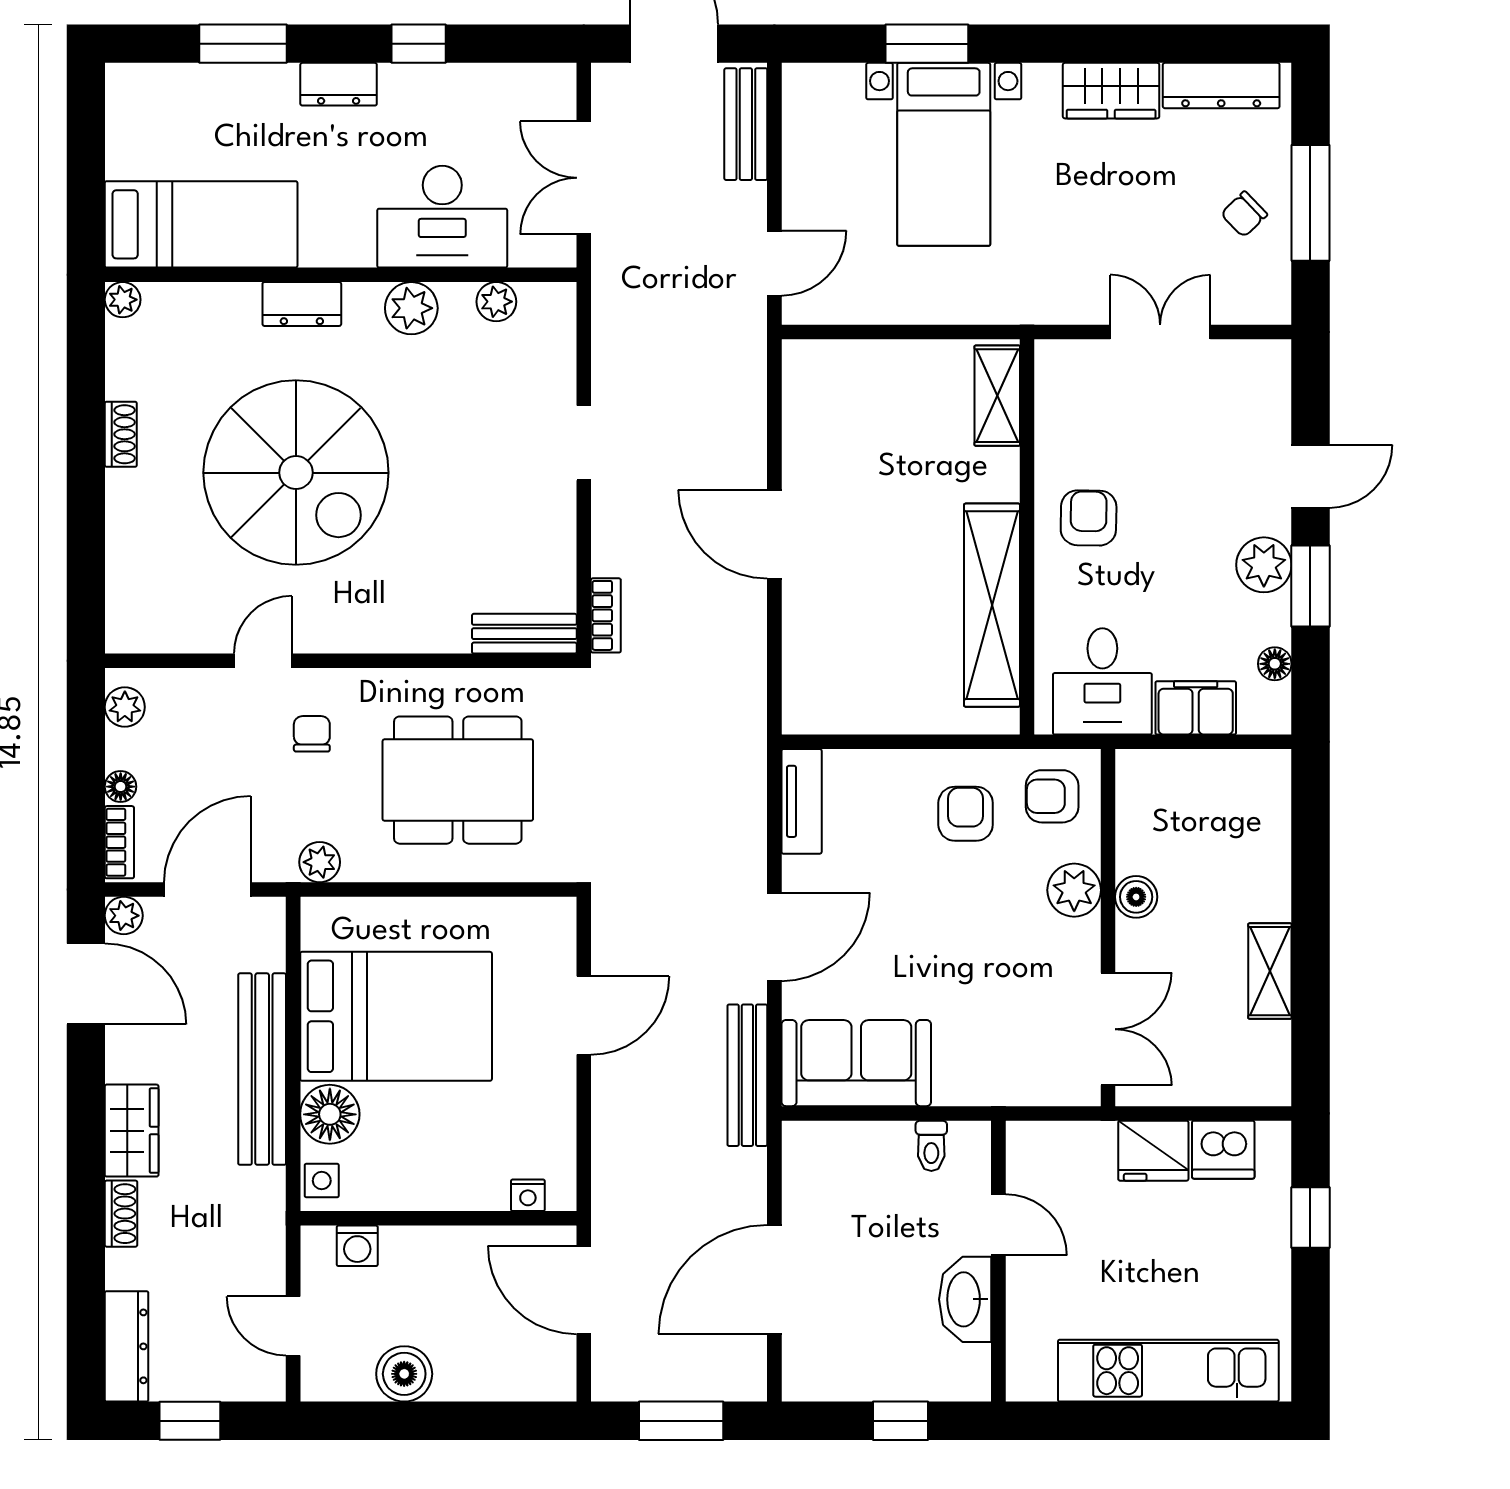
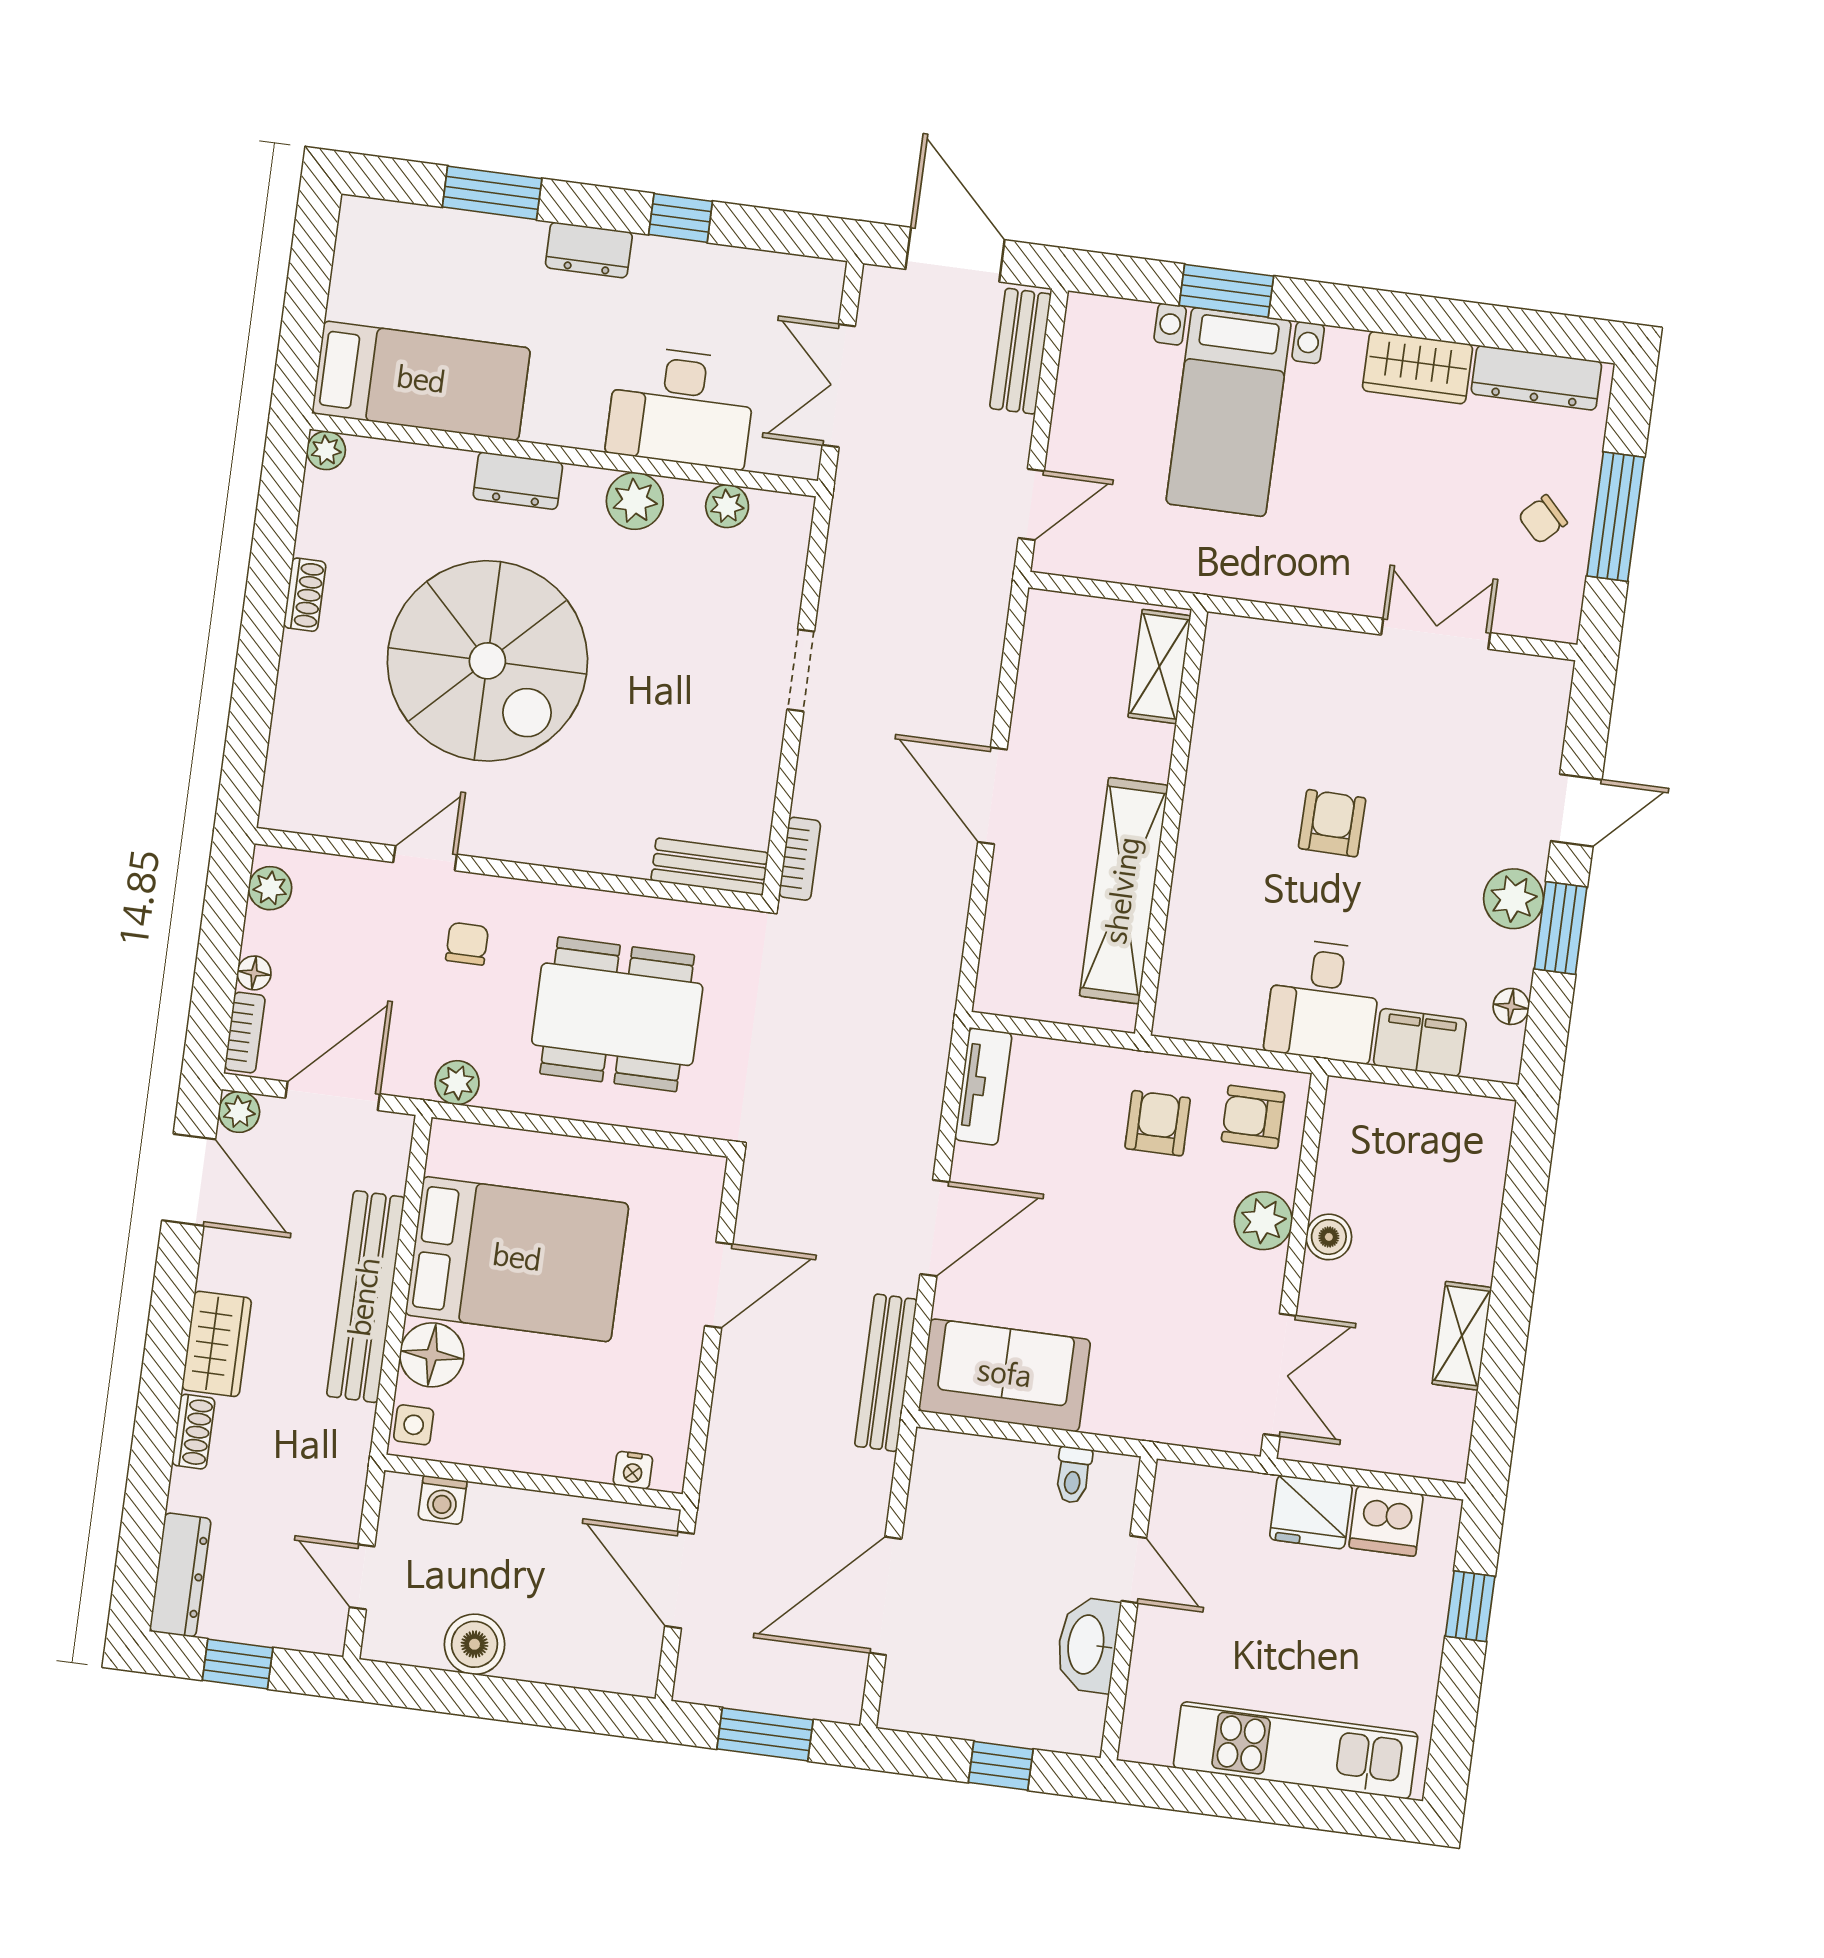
shelving: (997, 396) -> (1159, 666), moved
wall: (1027, 537) -> (1171, 822), moved
shelving: (992, 605) -> (1124, 891), moved

